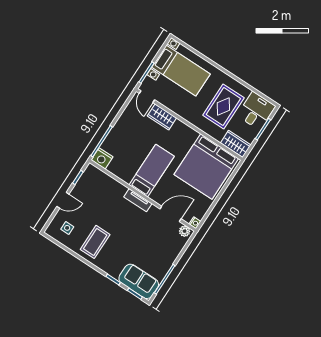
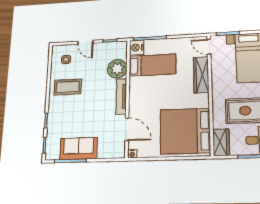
door: (147, 97) -> (209, 47), hinge flipped
wardrobe: (162, 117) -> (201, 75), width x1.50
bed: (152, 171) -> (152, 65), moved
tv unit: (138, 200) -> (121, 96), width x1.41
plant: (185, 231) -> (117, 69), moved, width x1.88, depth x1.88
sofa: (139, 281) -> (78, 149), moved, turned -90

